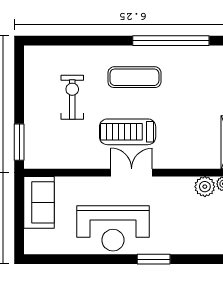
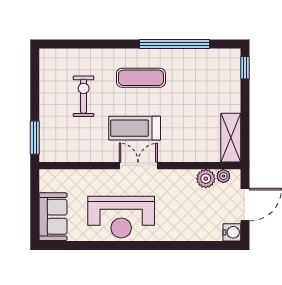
sofa: (39, 202) -> (53, 217), moved
window: (154, 259) -> (159, 245), removed

